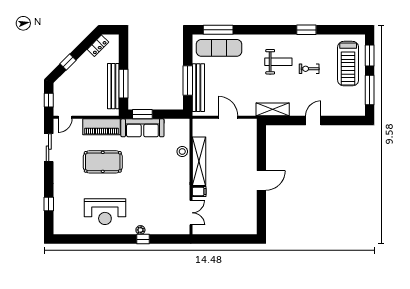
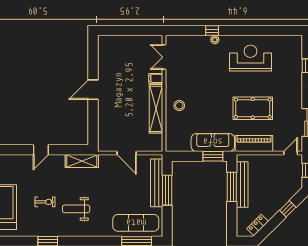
stool: (182, 151) -> (179, 105), moved

